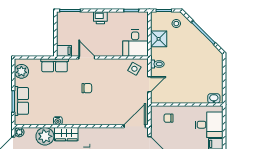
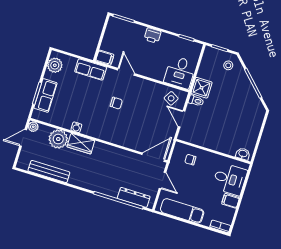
shower: (159, 39) -> (202, 88), moved
door: (149, 84) -> (182, 119), swing flipped

